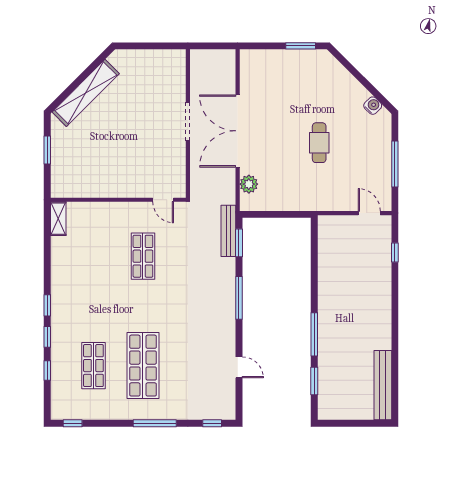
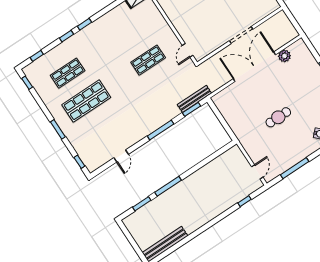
plant: (249, 184) -> (284, 56), moved
window: (47, 370) -> (37, 56), moved
window: (155, 423) -> (58, 129), width x0.69

